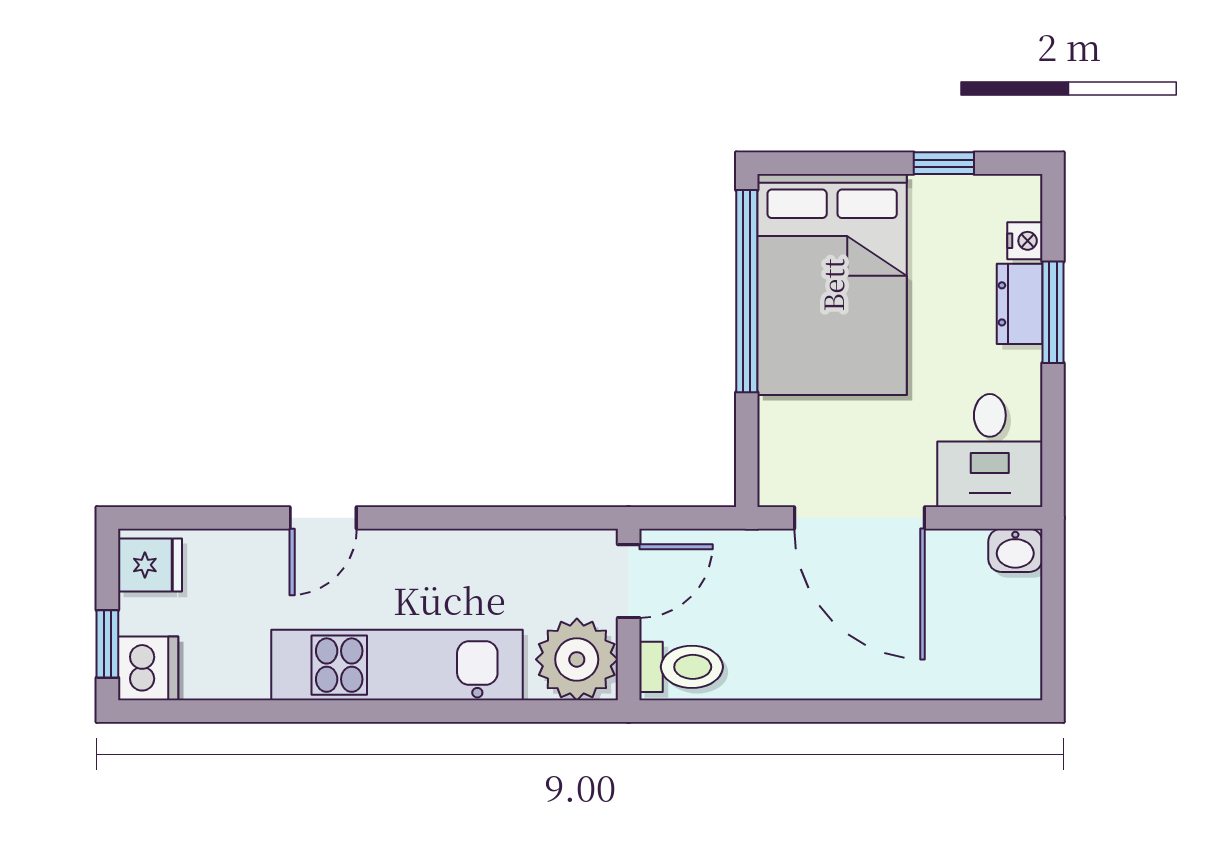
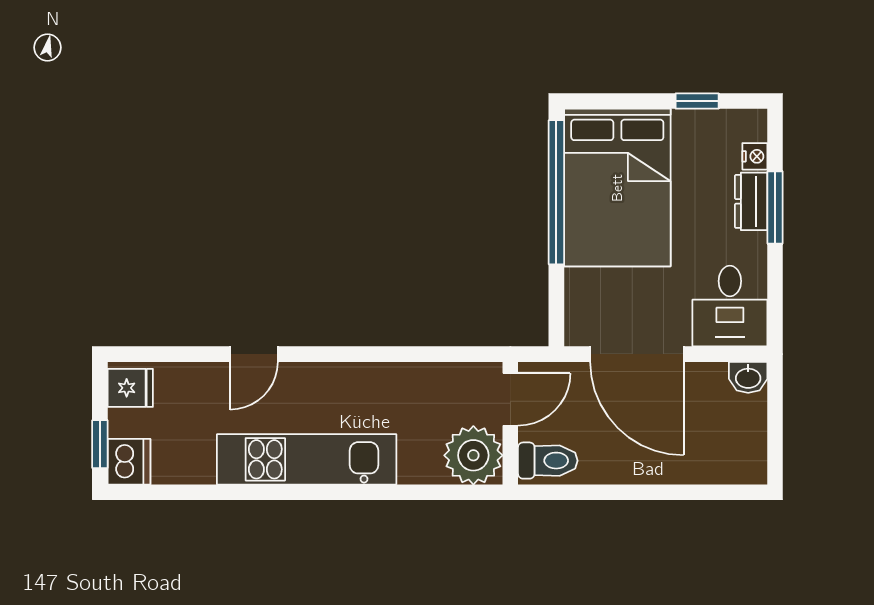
door: (629, 581) -> (510, 399), moved
wall: (629, 615) -> (510, 423), moved
plant: (577, 659) -> (473, 455), moved
toilet: (681, 667) -> (548, 461), moved

